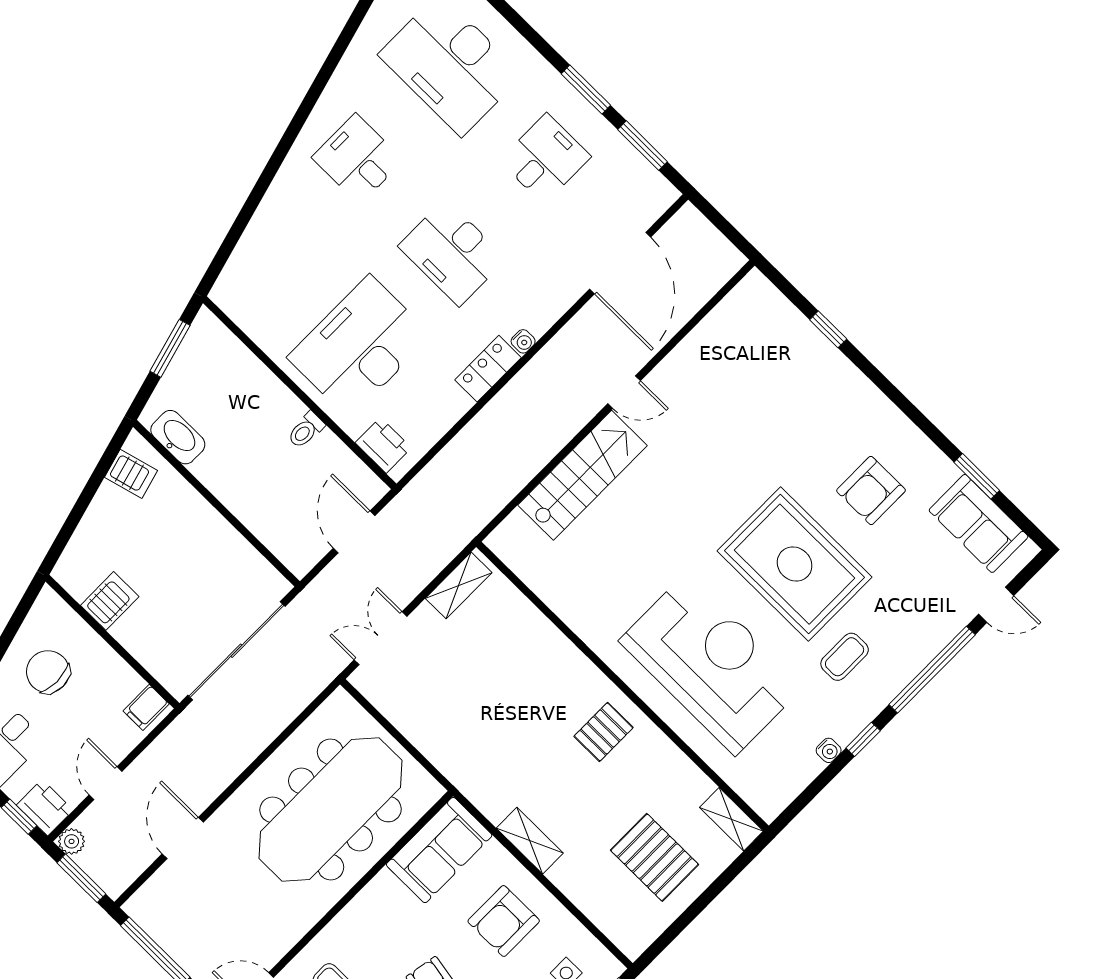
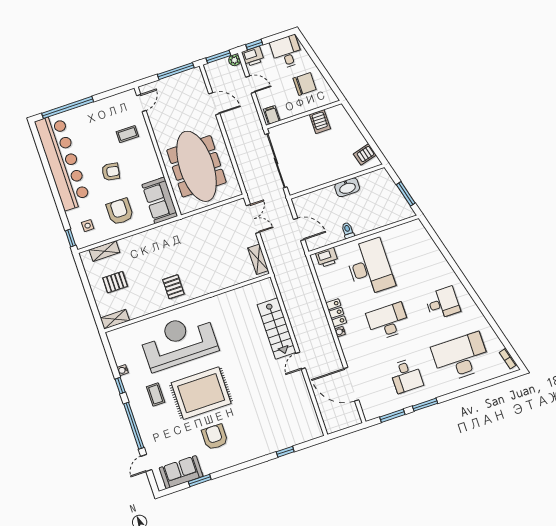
washbasin: (178, 437) -> (347, 187), moved
reception desk: (711, 664) -> (179, 342), turned 180
shelving: (530, 841) -> (104, 251), moved
pallet: (655, 857) -> (115, 282), width x0.67, depth x0.71

